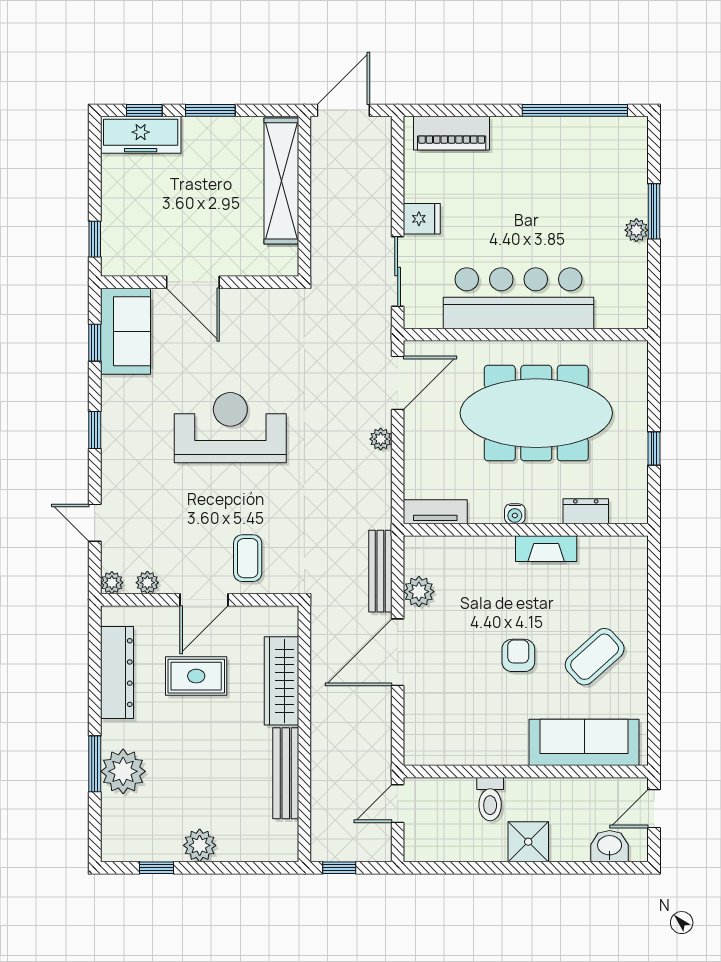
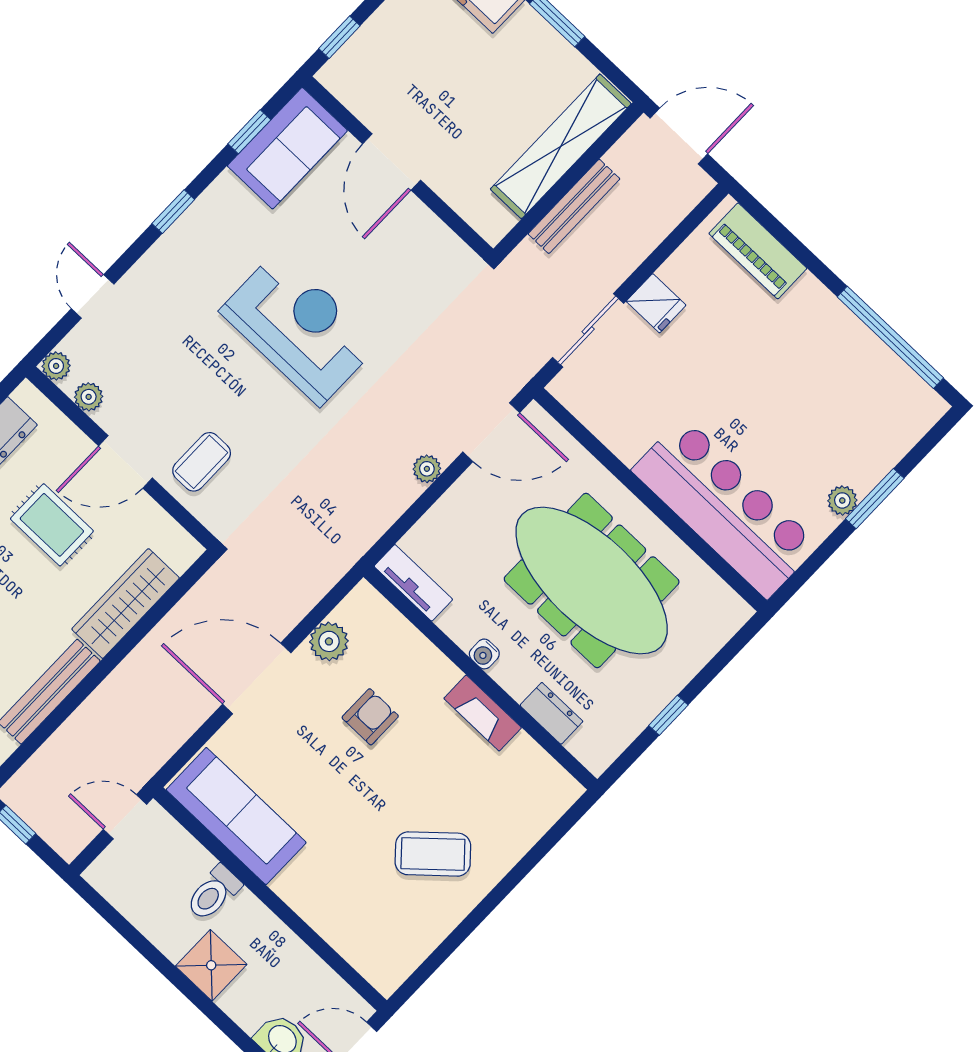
bar counter: (519, 298) -> (725, 508), moved
bench: (380, 571) -> (574, 206), moved
armchair: (518, 655) -> (370, 717), moved
sofa: (584, 742) -> (236, 816), moved

